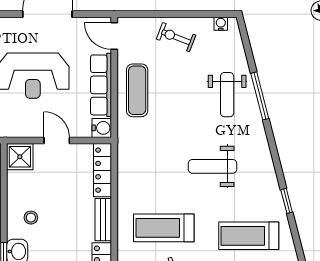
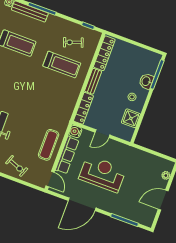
door: (57, 140) -> (102, 134), hinge flipped
shower: (20, 157) -> (131, 118), moved
weight bench: (213, 166) -> (23, 88), removed

